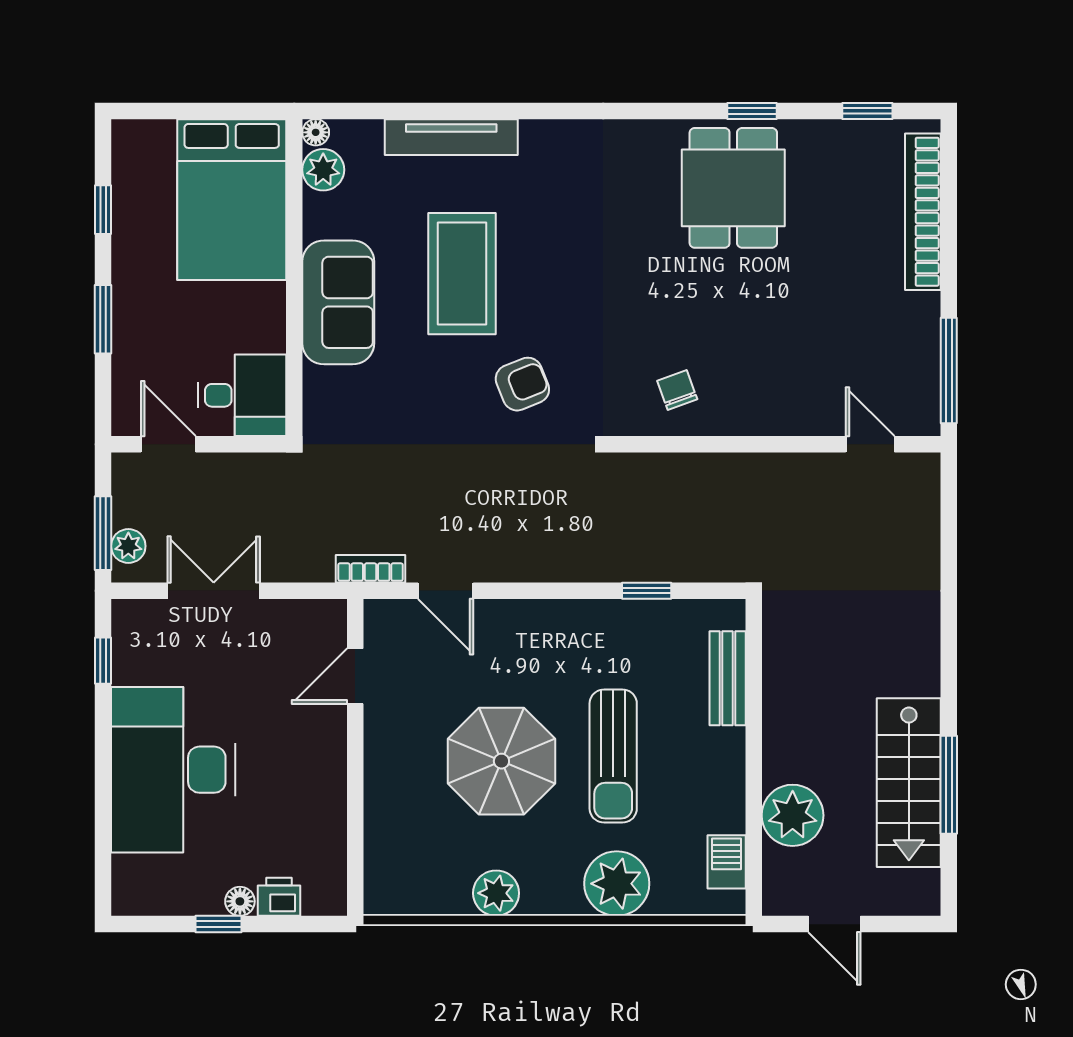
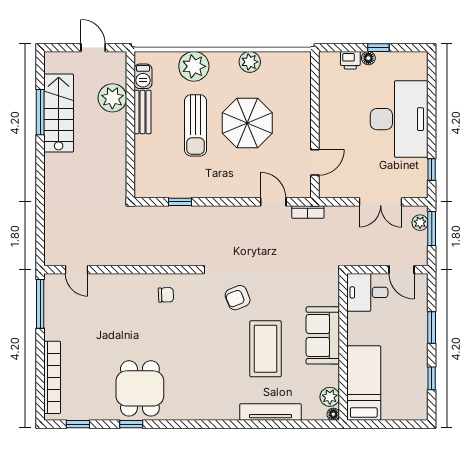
bed: (232, 200) -> (364, 383), width x0.67
chair: (677, 390) -> (166, 295), turned -72
bench: (728, 678) -> (143, 112), moved
sun lounger: (613, 756) -> (196, 125), turned 180

